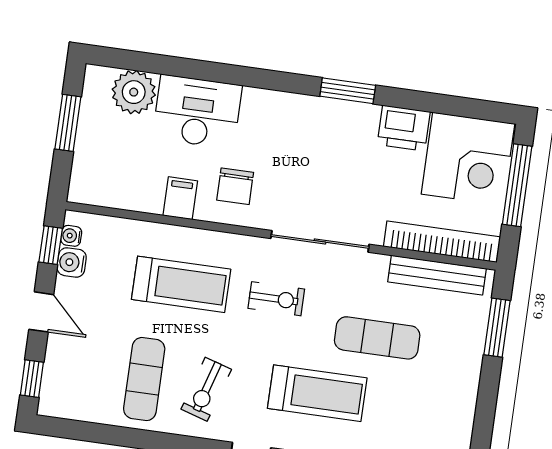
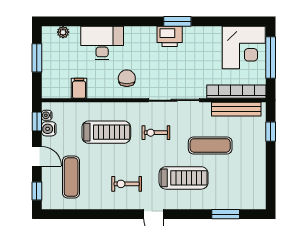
plant: (134, 92) -> (63, 32), width x0.53, depth x0.53
printer: (404, 128) -> (170, 36), moved
chair: (235, 186) -> (127, 78), turned 180
filing cabinet: (180, 198) -> (79, 88), moved
exercise bike: (276, 299) -> (156, 133), turned 180
window: (497, 328) -> (271, 132), width x0.67
exercise mat: (144, 379) -> (71, 177), moved
exercise bike: (206, 389) -> (127, 184), turned 73

